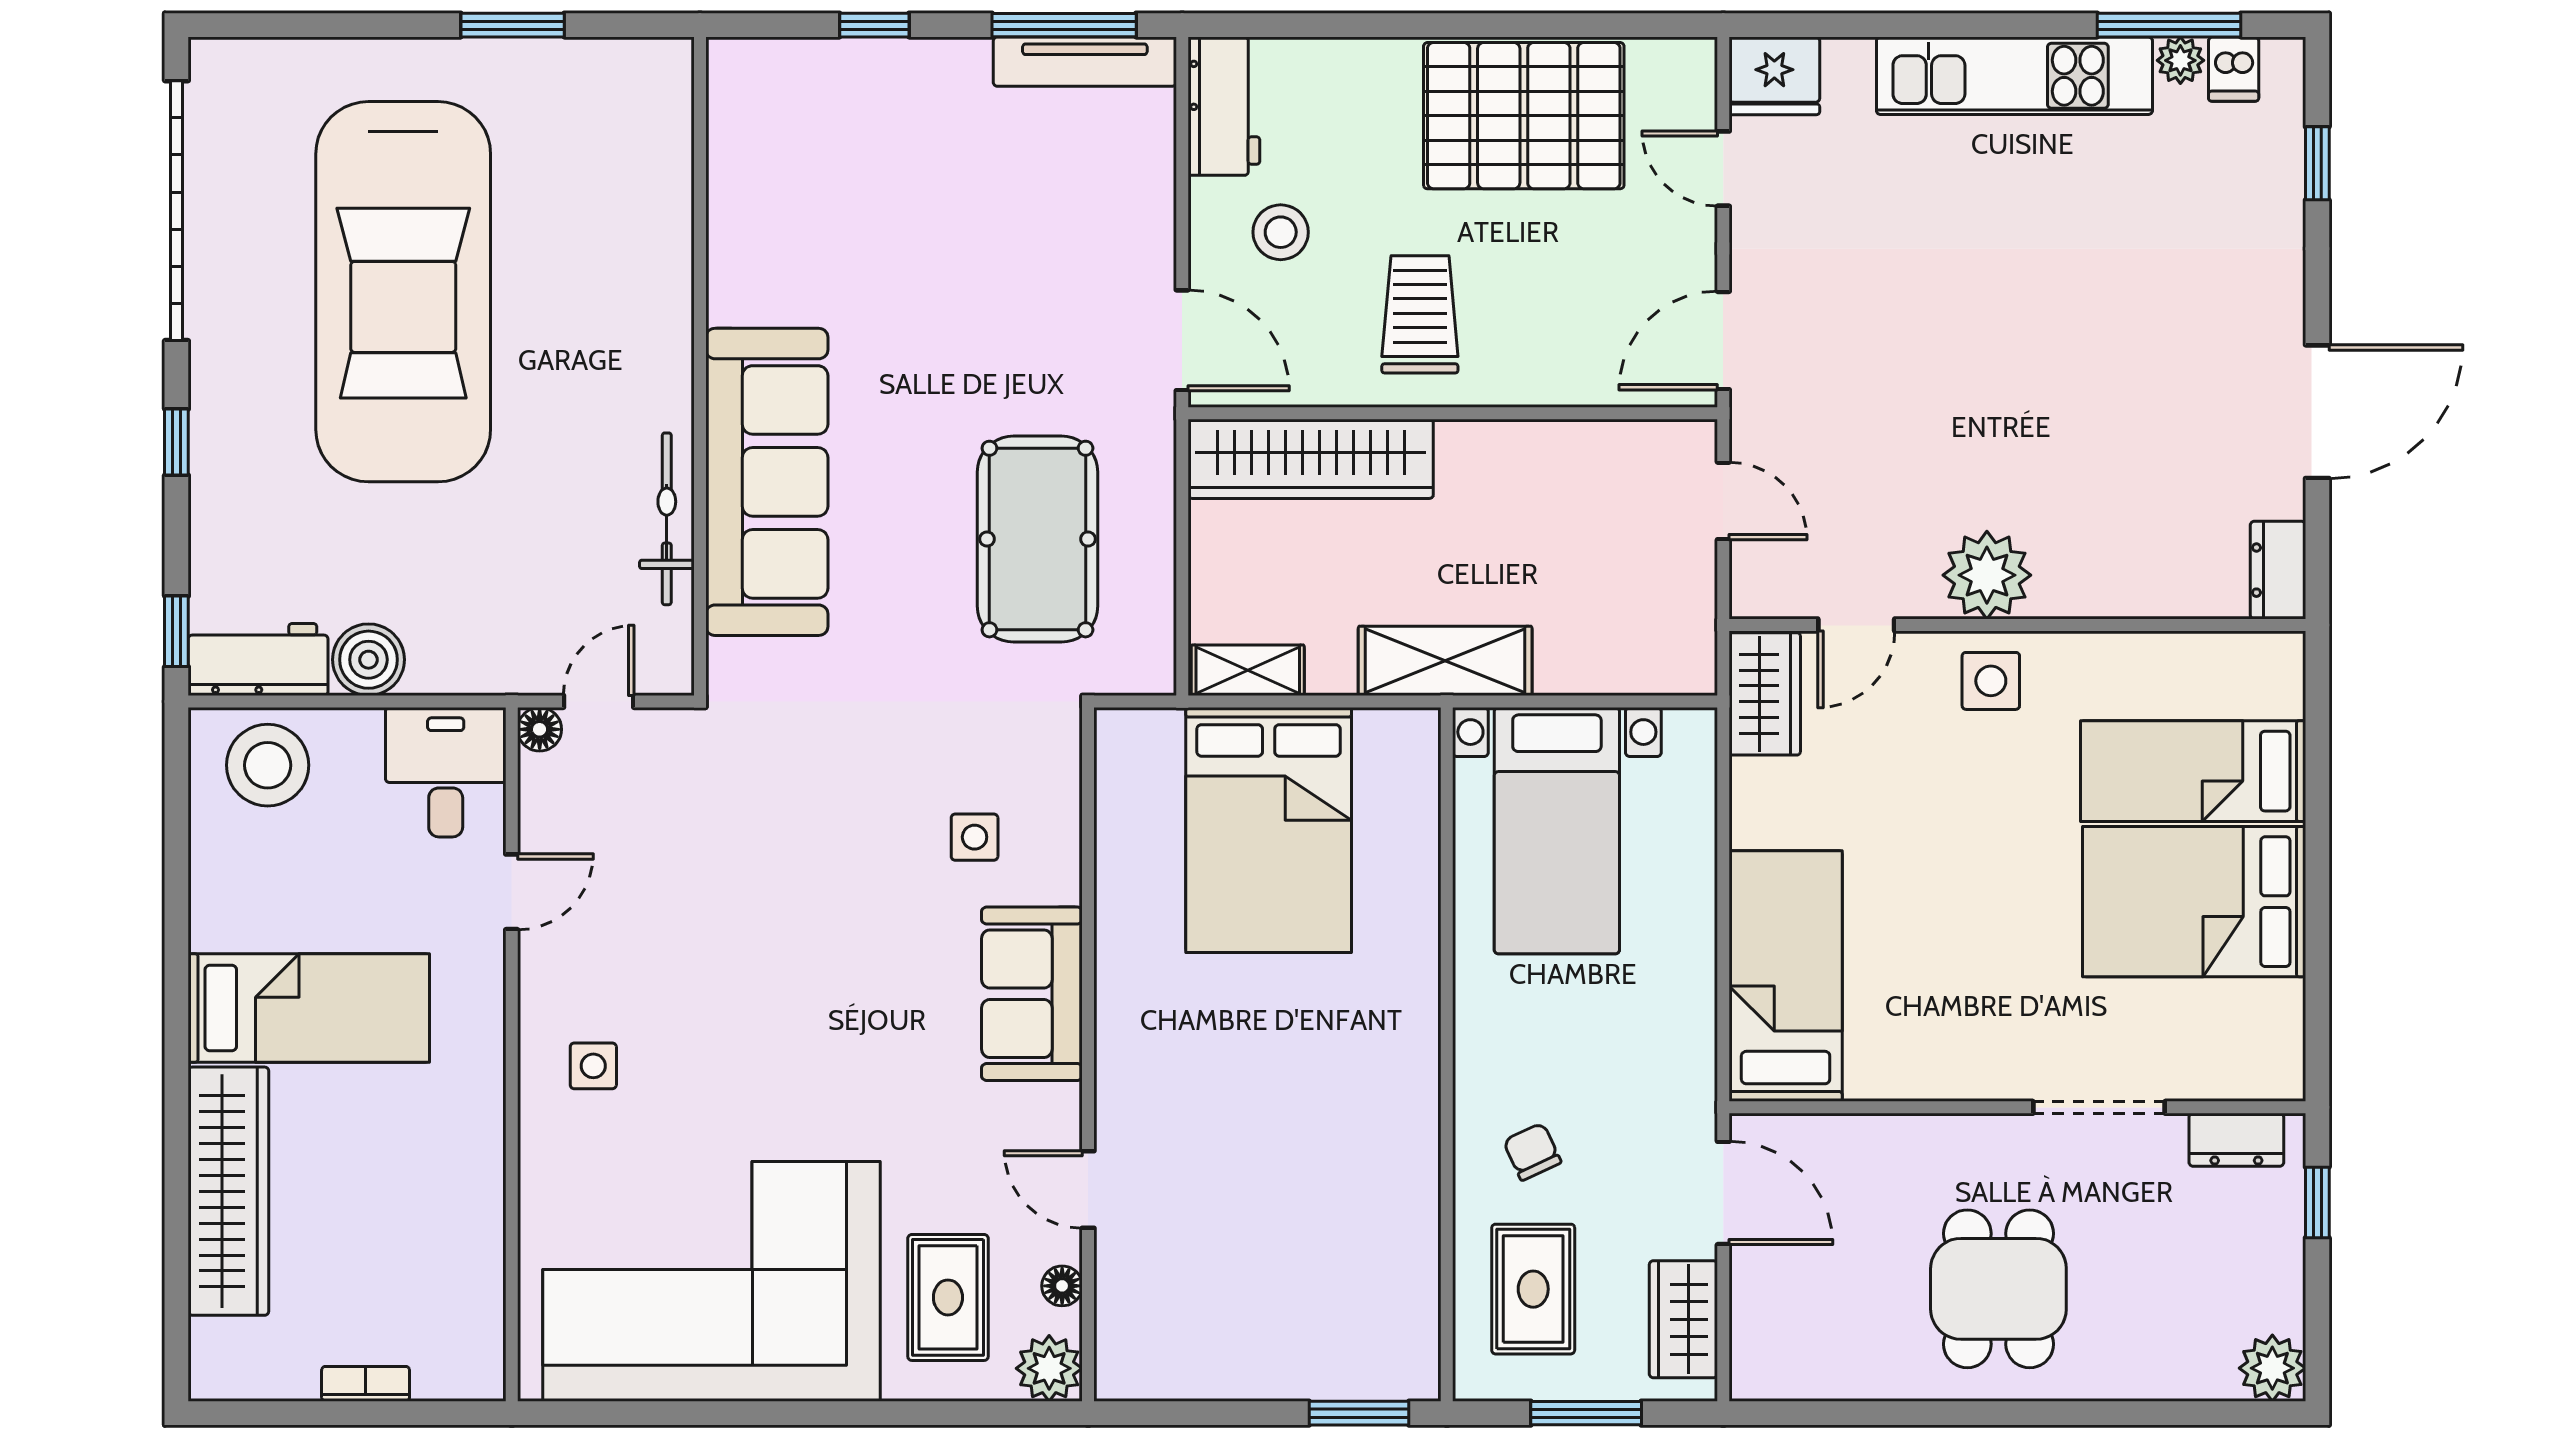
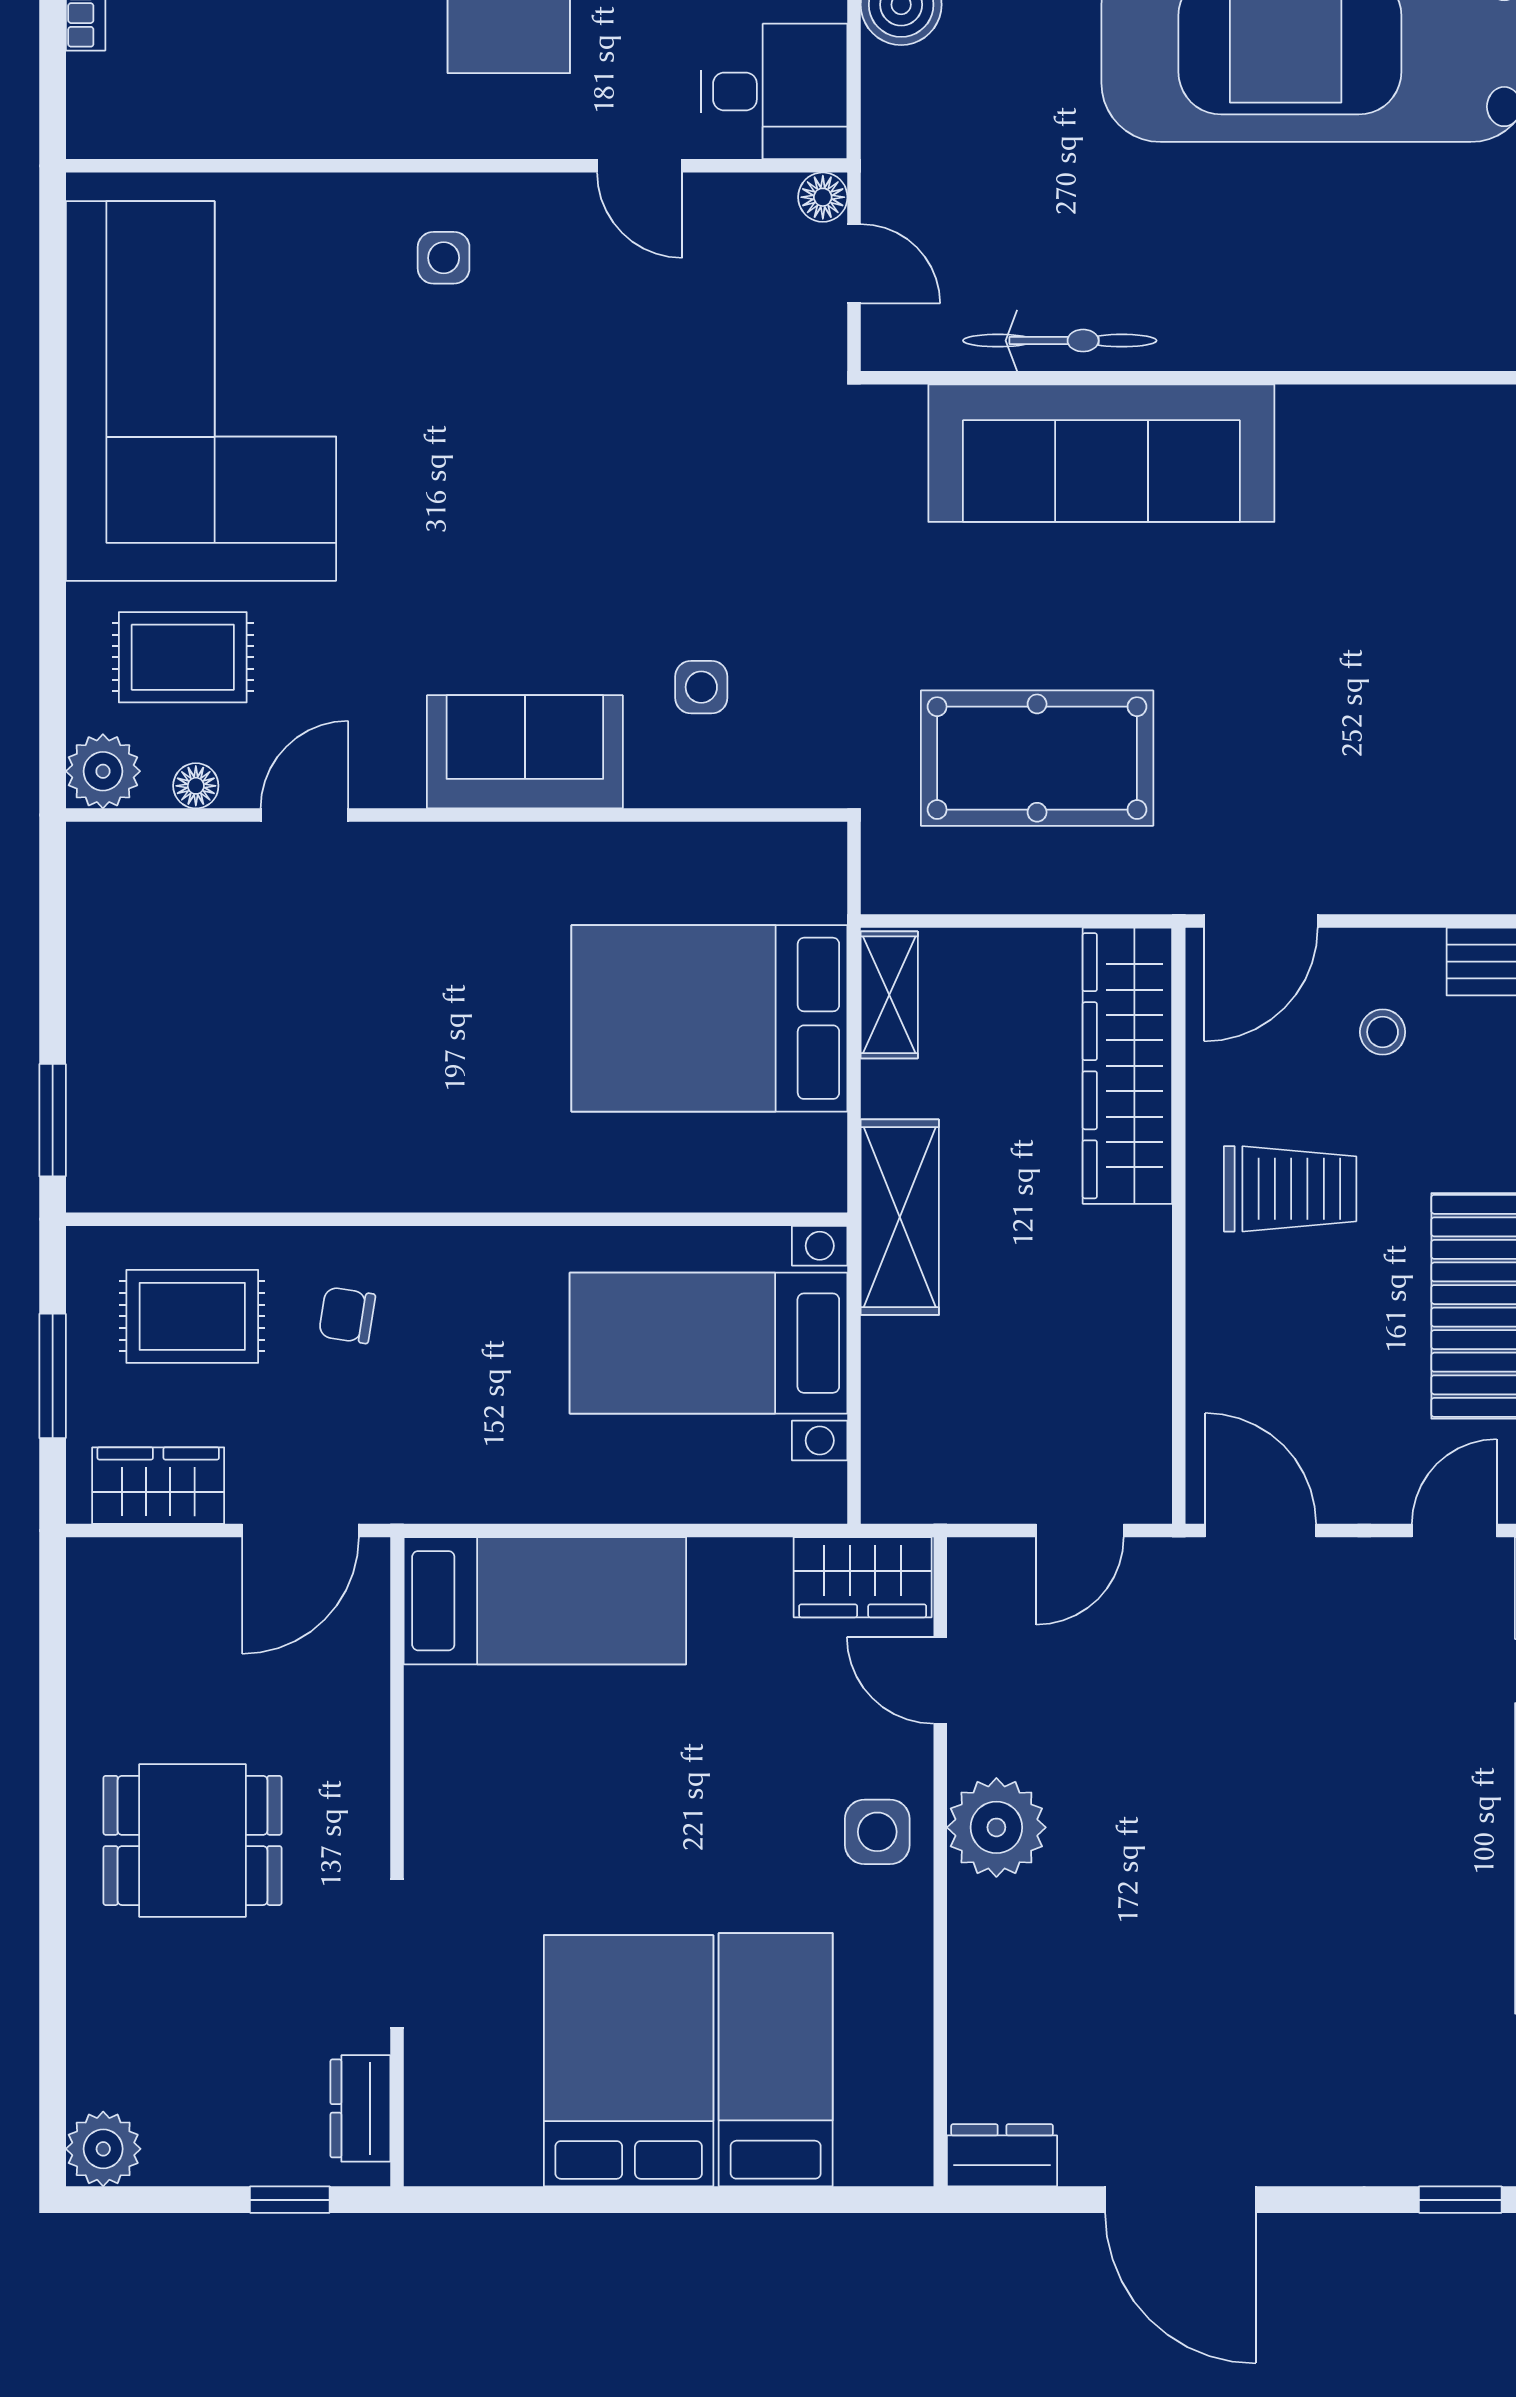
stool: (1281, 232) -> (1383, 1032), width x0.73, depth x0.73
chair: (1532, 1152) -> (347, 1315), turned -146

